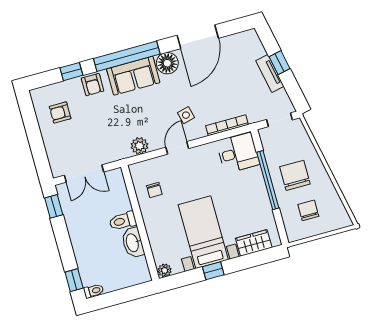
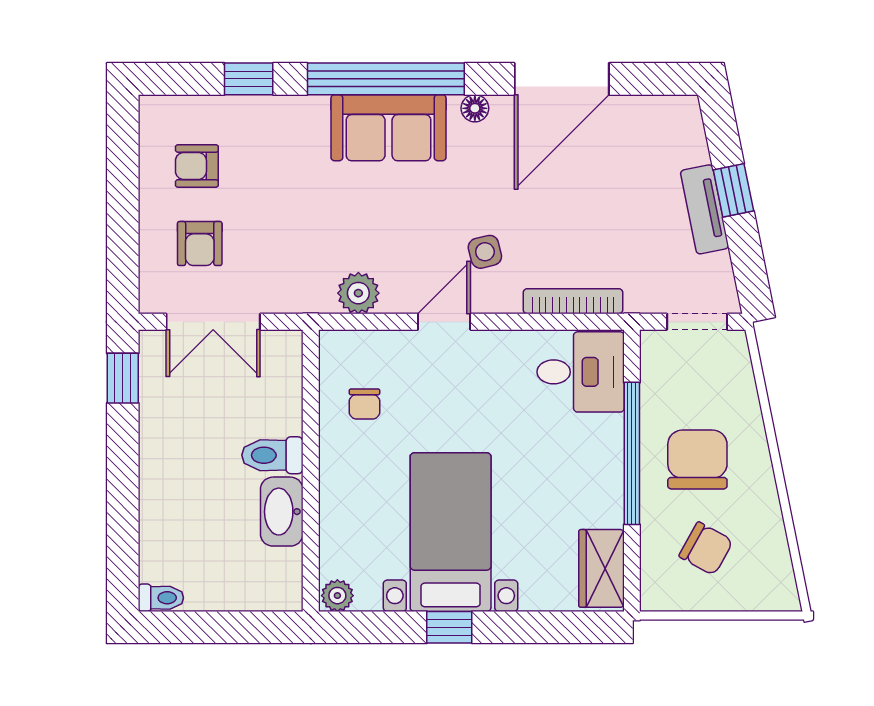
floor lamp: (167, 63) -> (475, 108), width x0.53, depth x0.53
armchair: (93, 85) -> (200, 243), moved
chair: (308, 210) -> (706, 549), turned 119
wardrobe: (254, 243) -> (601, 568), moved, turned -90
window: (74, 280) -> (123, 561), removed

